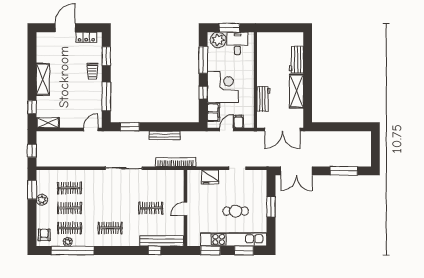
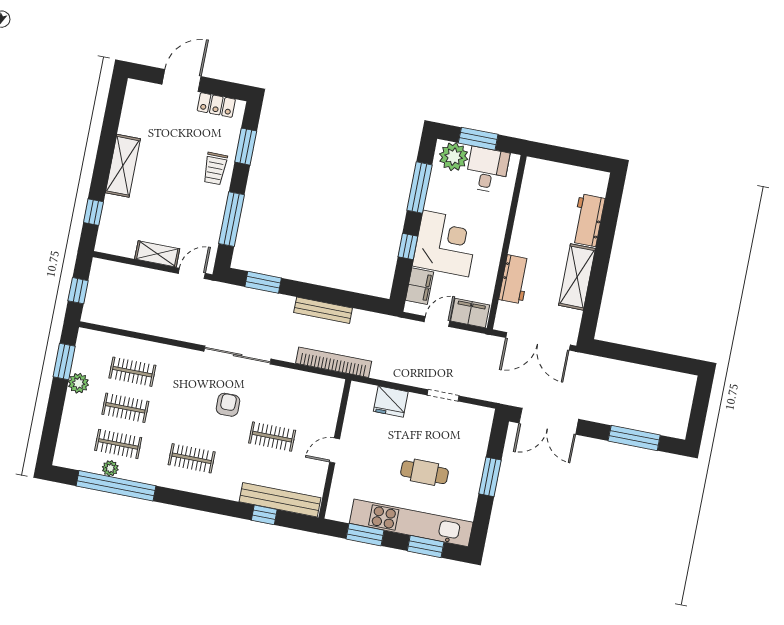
filing cabinet: (239, 122) -> (470, 313), width x2.00
shelving: (48, 123) -> (157, 254), moved
armchair: (44, 235) -> (228, 405), moved

